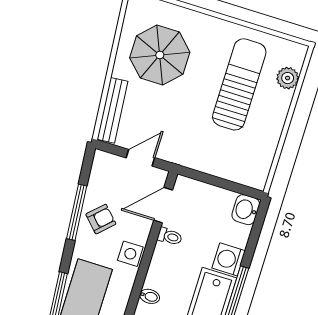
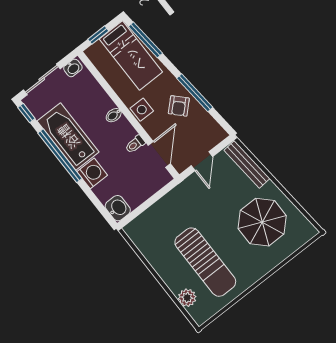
bidet: (150, 296) -> (114, 115), moved

